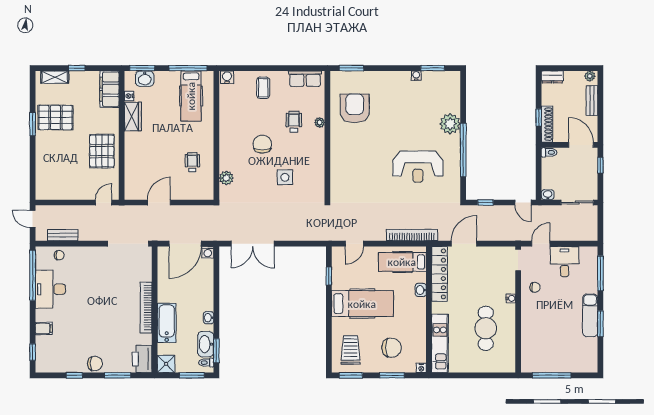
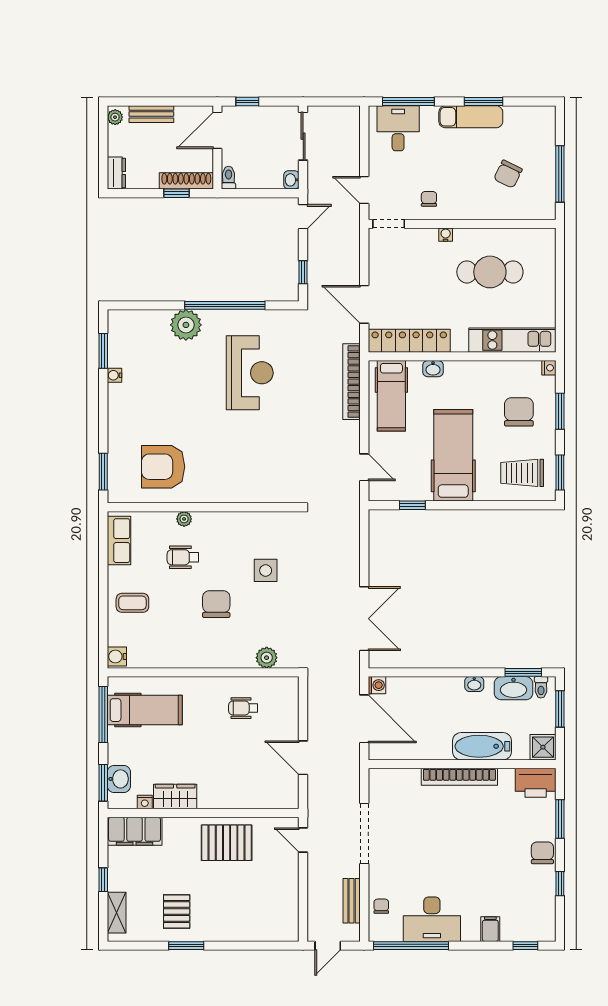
pallet: (56, 118) -> (177, 911), width x0.67, depth x0.71
chair: (262, 144) -> (216, 604), turned 90
doorway: (128, 244) -> (364, 833), moved
desk: (565, 262) -> (398, 128), moved, turned 90
chair: (552, 340) -> (508, 174), added

